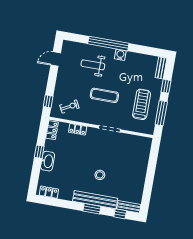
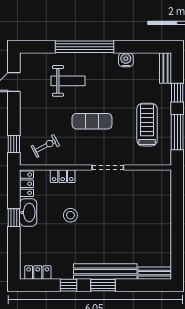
water cooler: (120, 55) -> (126, 60), moved
weight bench: (93, 65) -> (68, 81), turned 180
washbasin: (48, 161) -> (28, 212), moved
stool: (100, 175) -> (70, 215), moved
window: (120, 214) -> (69, 285), moved

